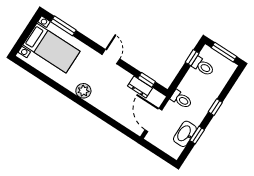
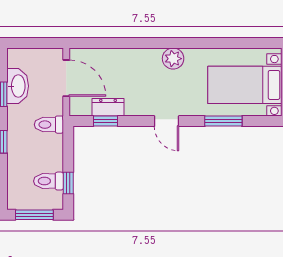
window: (63, 26) -> (223, 121), moved

